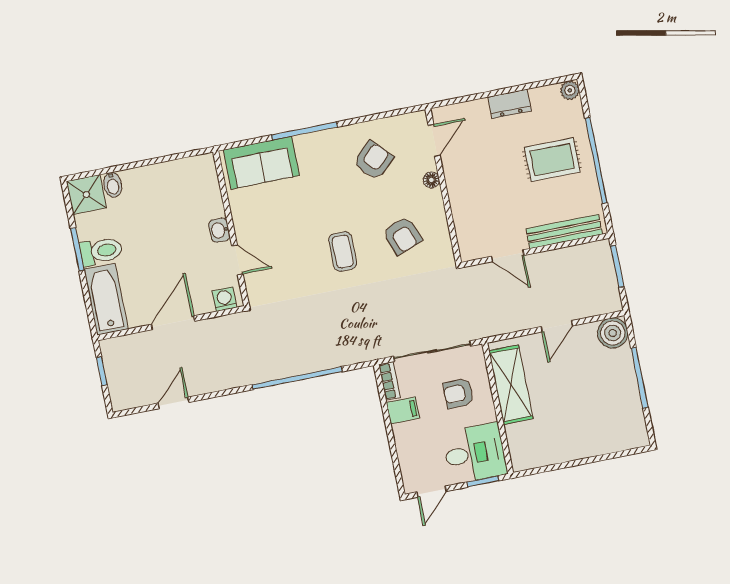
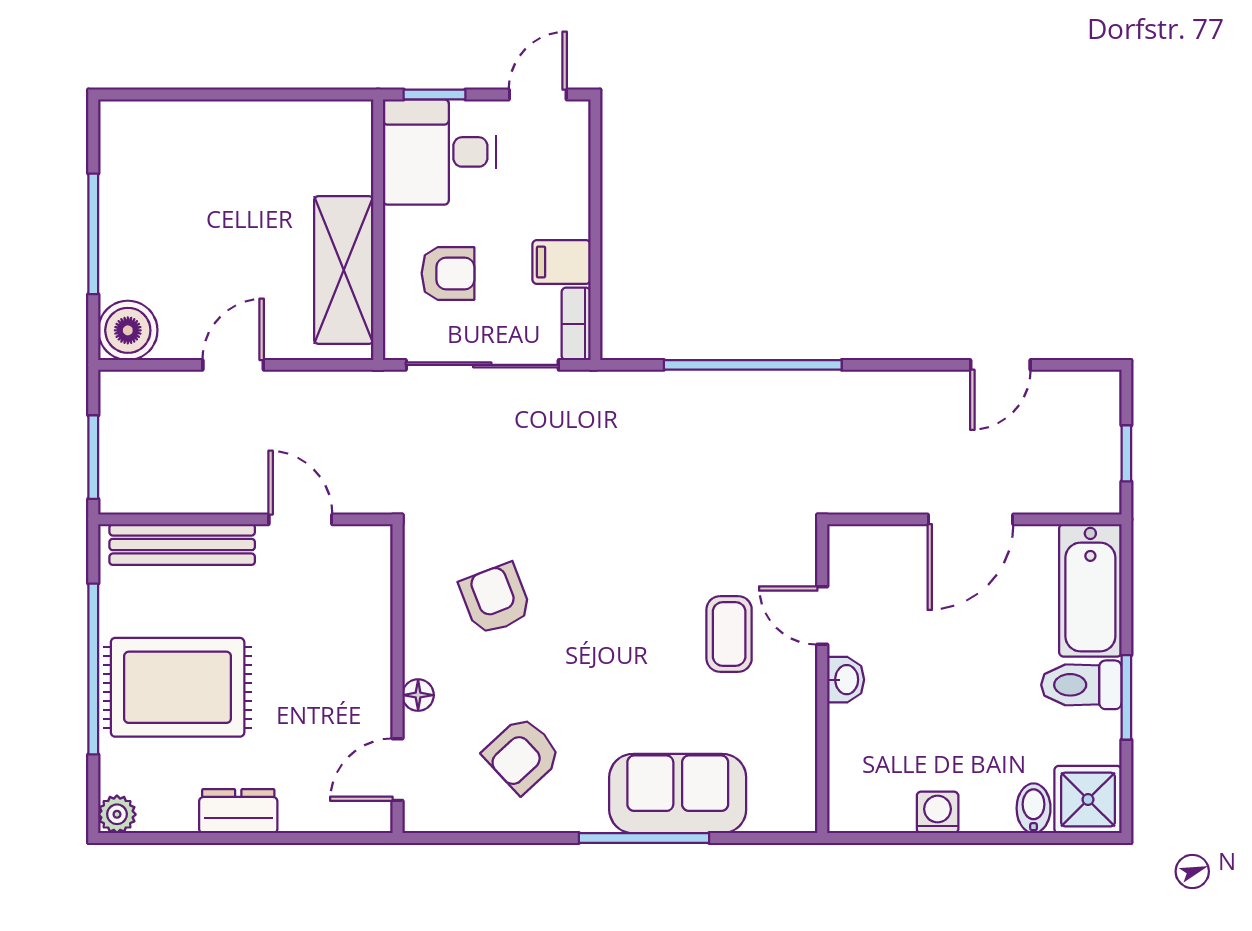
rug: (552, 160) -> (178, 687), width x1.36, depth x1.43
sofa: (261, 163) -> (678, 794), moved
coffee table: (343, 252) -> (729, 634), moved
washing machine: (224, 299) -> (938, 812), moved, turned 180

